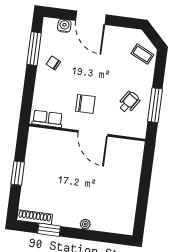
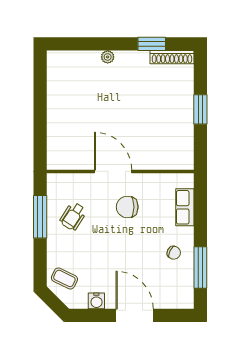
water cooler: (64, 26) -> (96, 301), moved
row of seats: (47, 119) -> (185, 207), moved, turned 90

